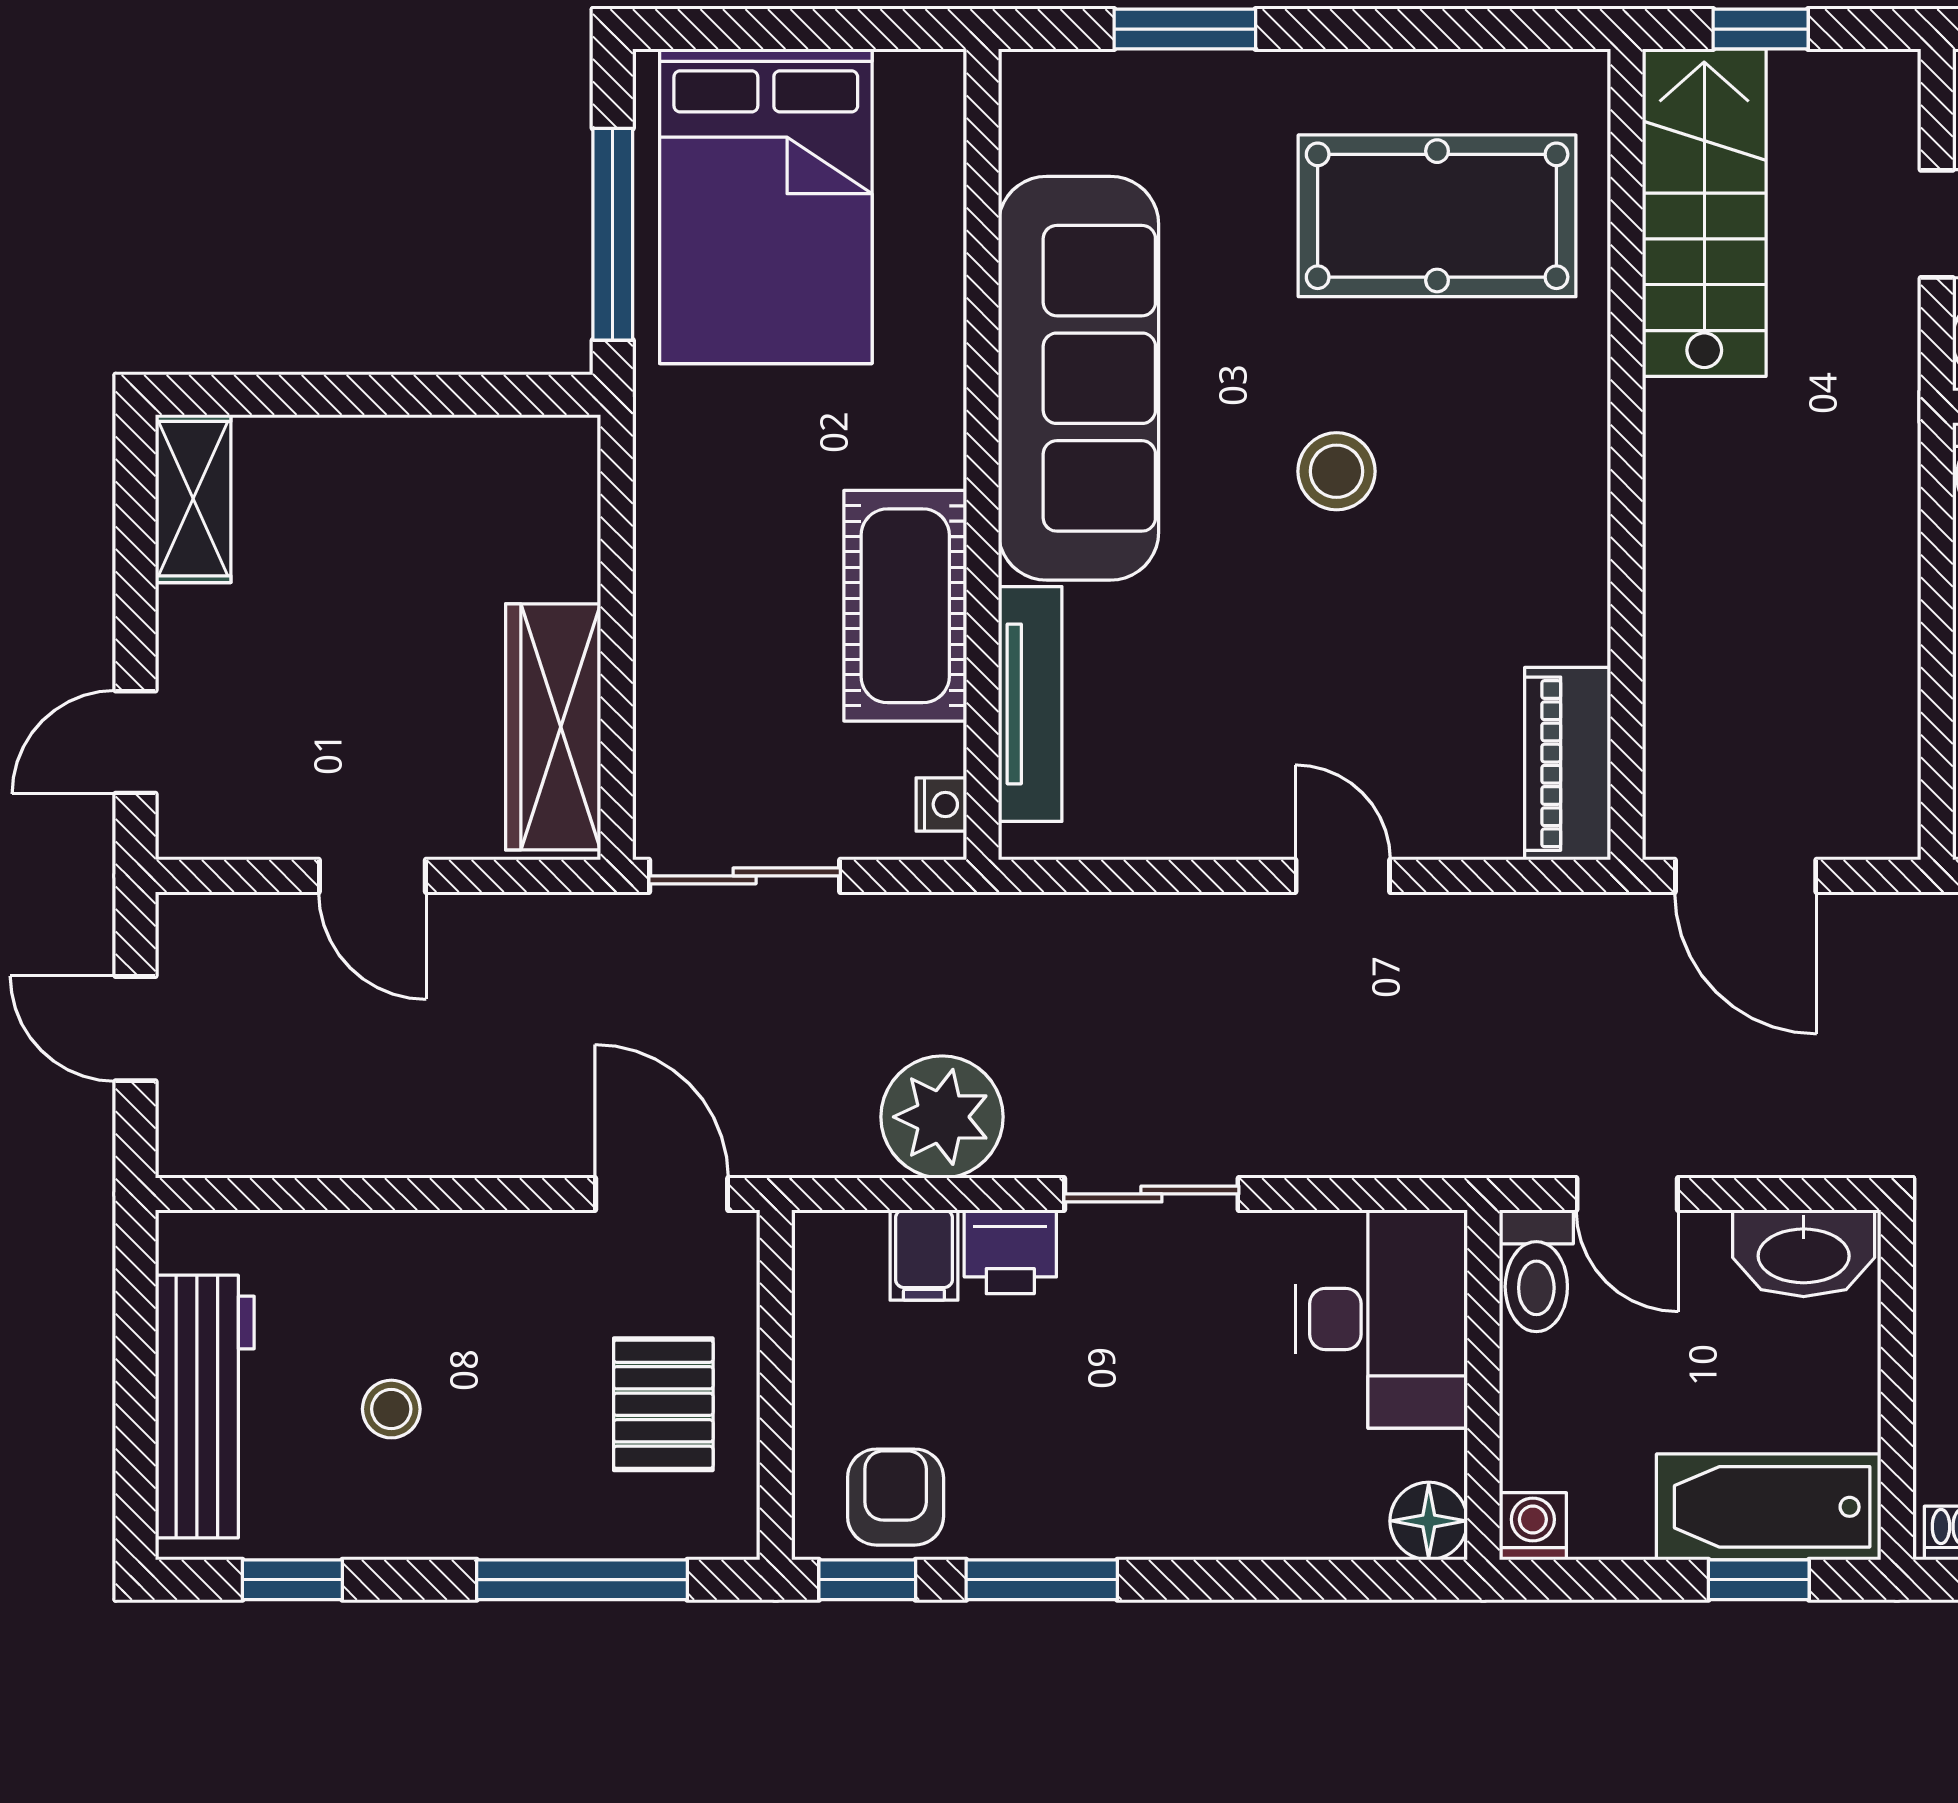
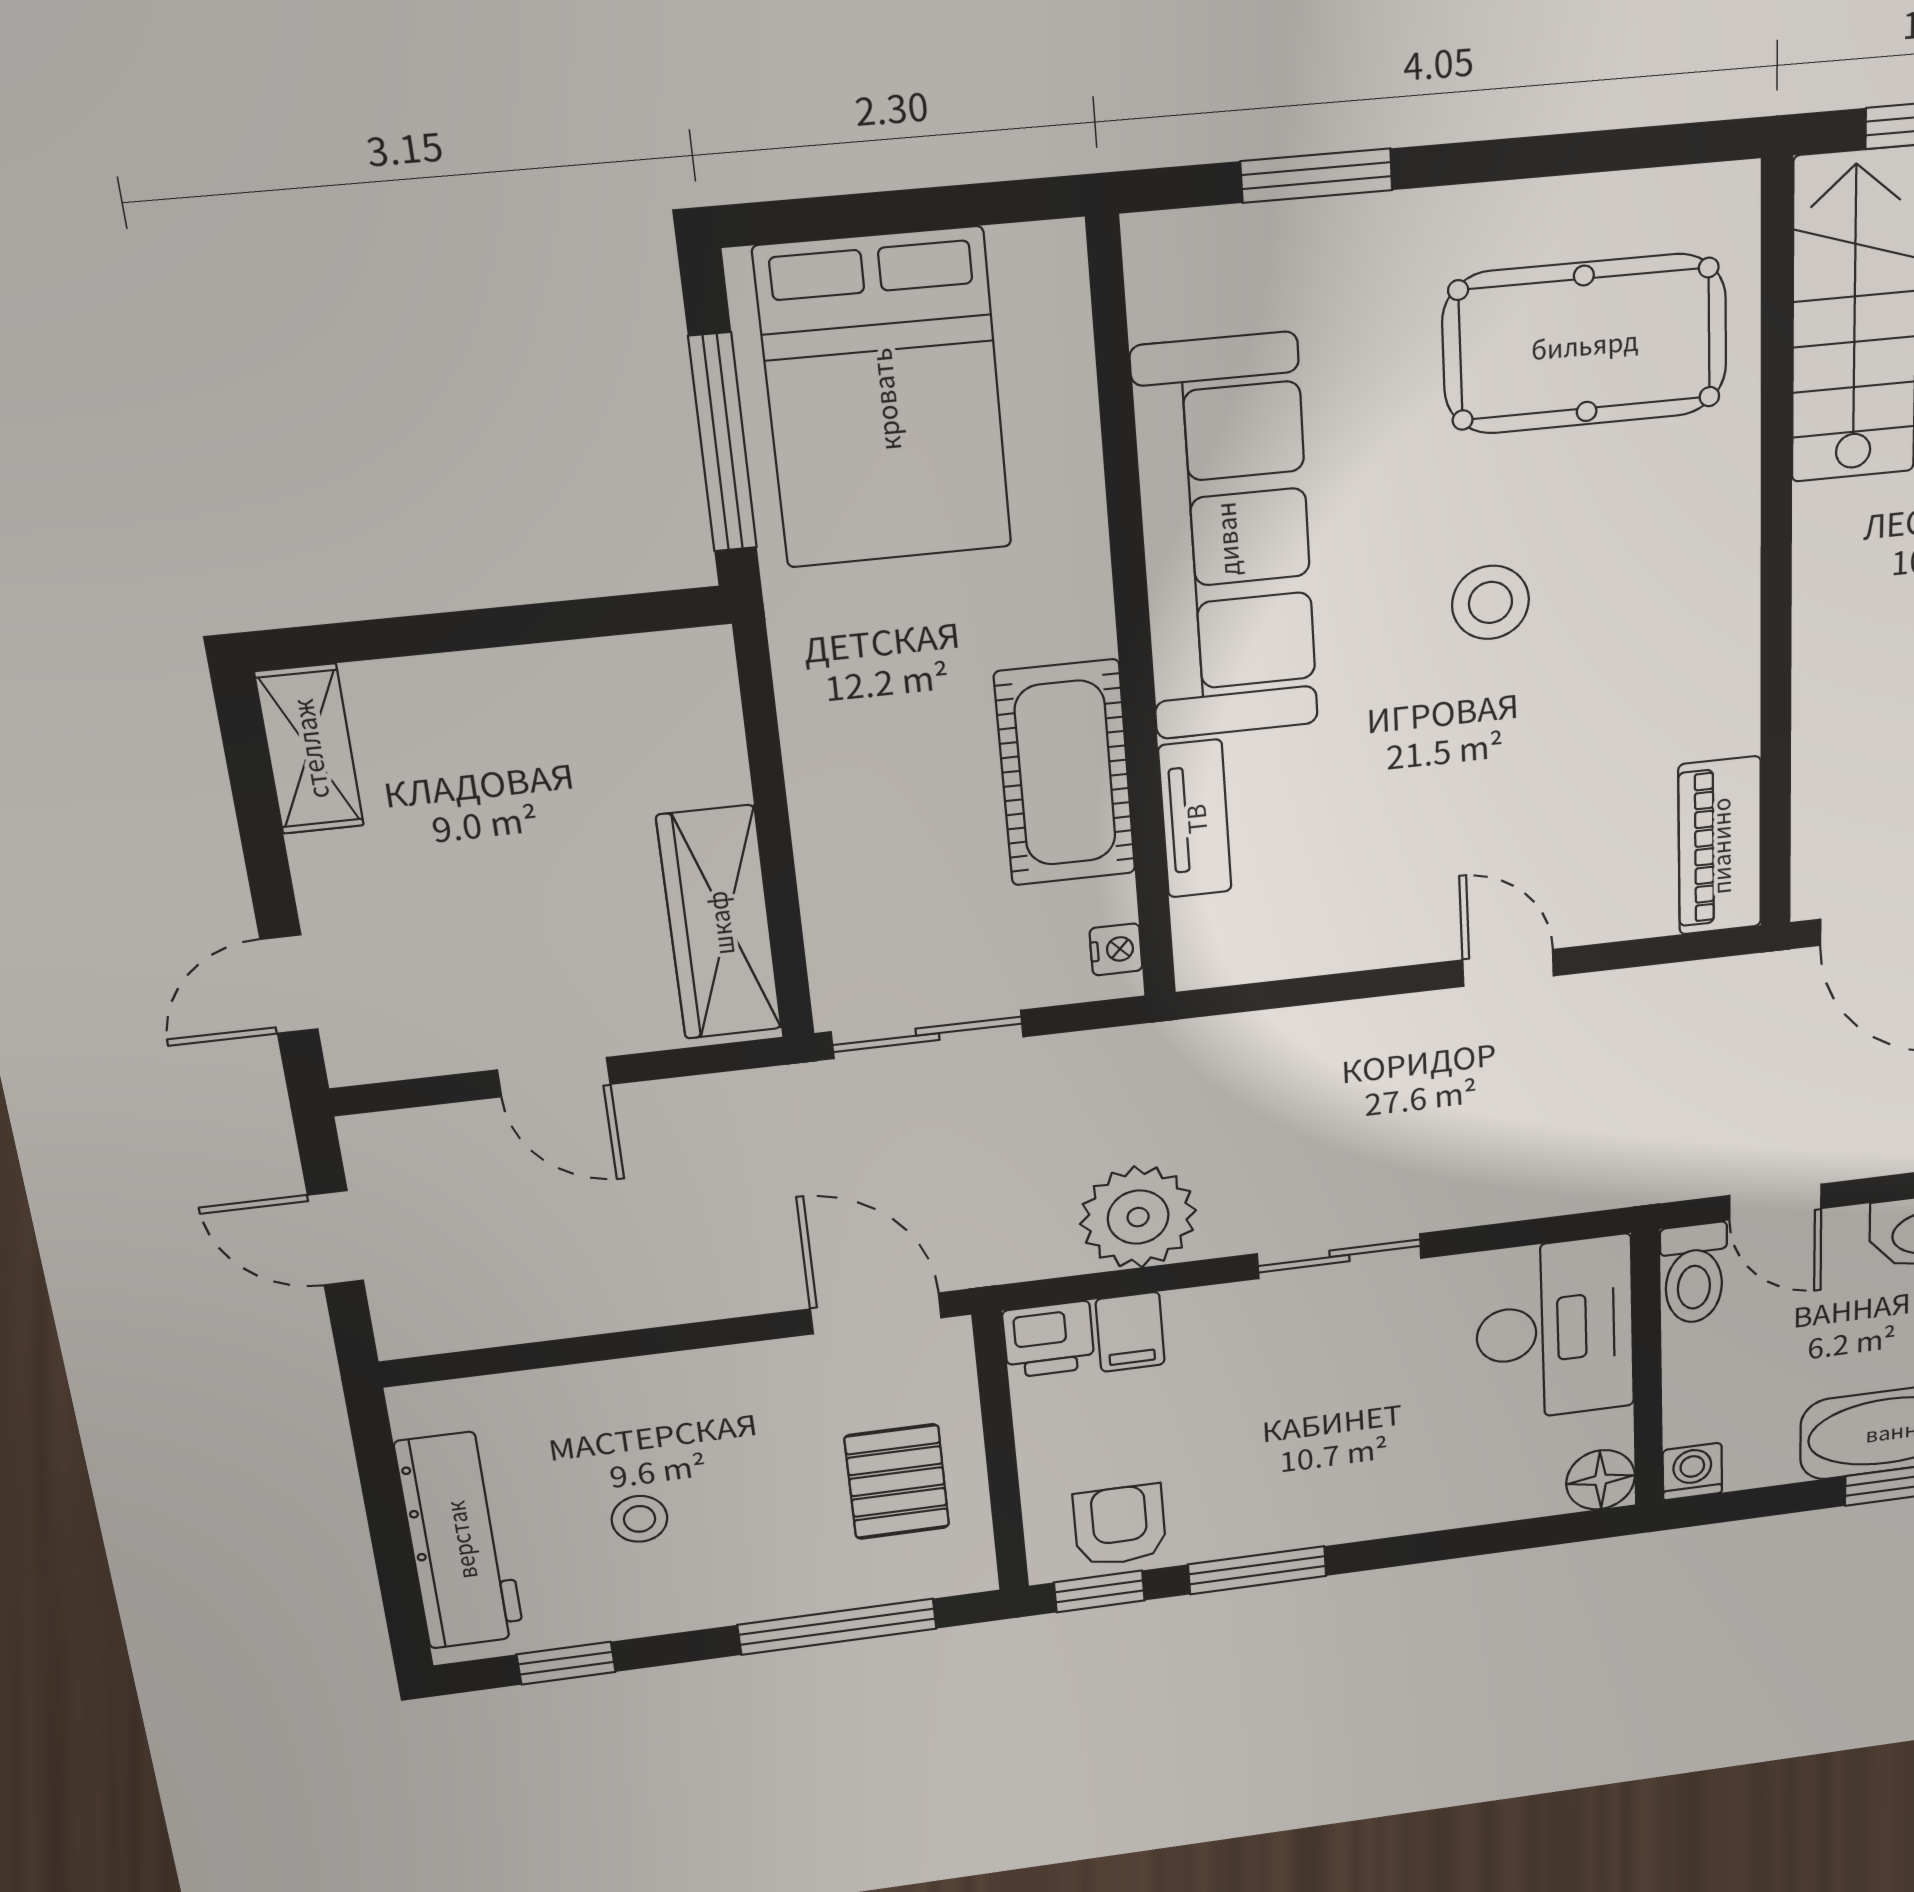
tv unit: (1030, 704) -> (1195, 819), width x0.71
printer: (1010, 1252) -> (1049, 1339), moved

